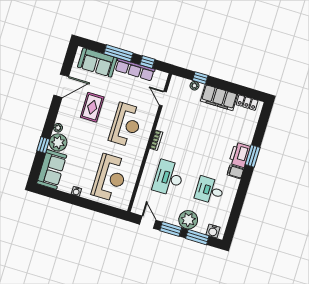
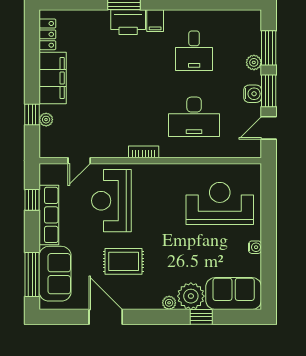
window: (119, 53) -> (32, 275), moved
reception desk: (126, 125) -> (111, 201), moved, turned -90
plant: (188, 220) -> (254, 62), width x0.53, depth x0.53
water cooler: (213, 231) -> (253, 94), moved

